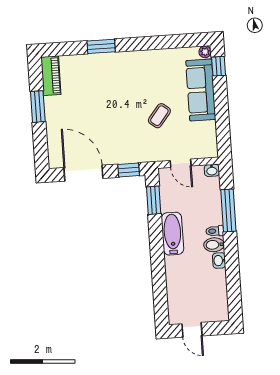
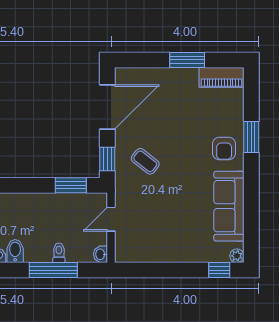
armchair: (113, 69) -> (224, 148), added
sofa: (201, 90) -> (229, 206), moved, turned -90
coffee table: (159, 116) -> (145, 161), moved
toilet: (215, 231) -> (59, 253), moved
bathtub: (172, 234) -> (31, 204), removed

